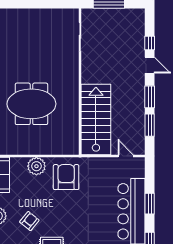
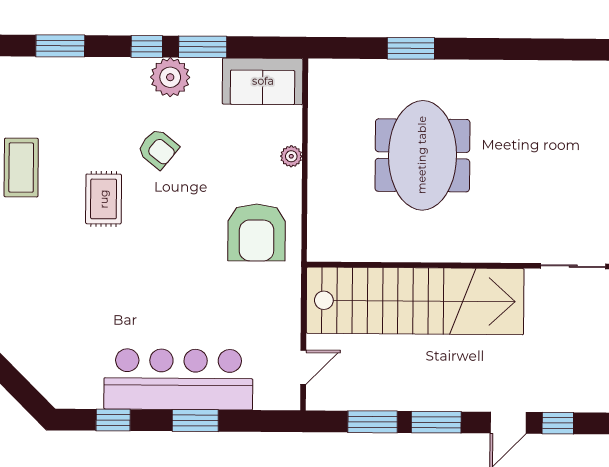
stairs: (96, 119) -> (415, 301), width x1.36
plant: (36, 166) -> (291, 156), width x0.53, depth x0.53
armchair: (66, 177) -> (257, 232), turned 90

